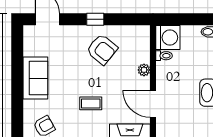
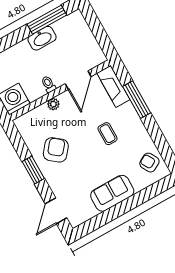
window: (95, 19) -> (33, 170), width x1.50
toilet: (164, 56) -> (48, 84), moved

